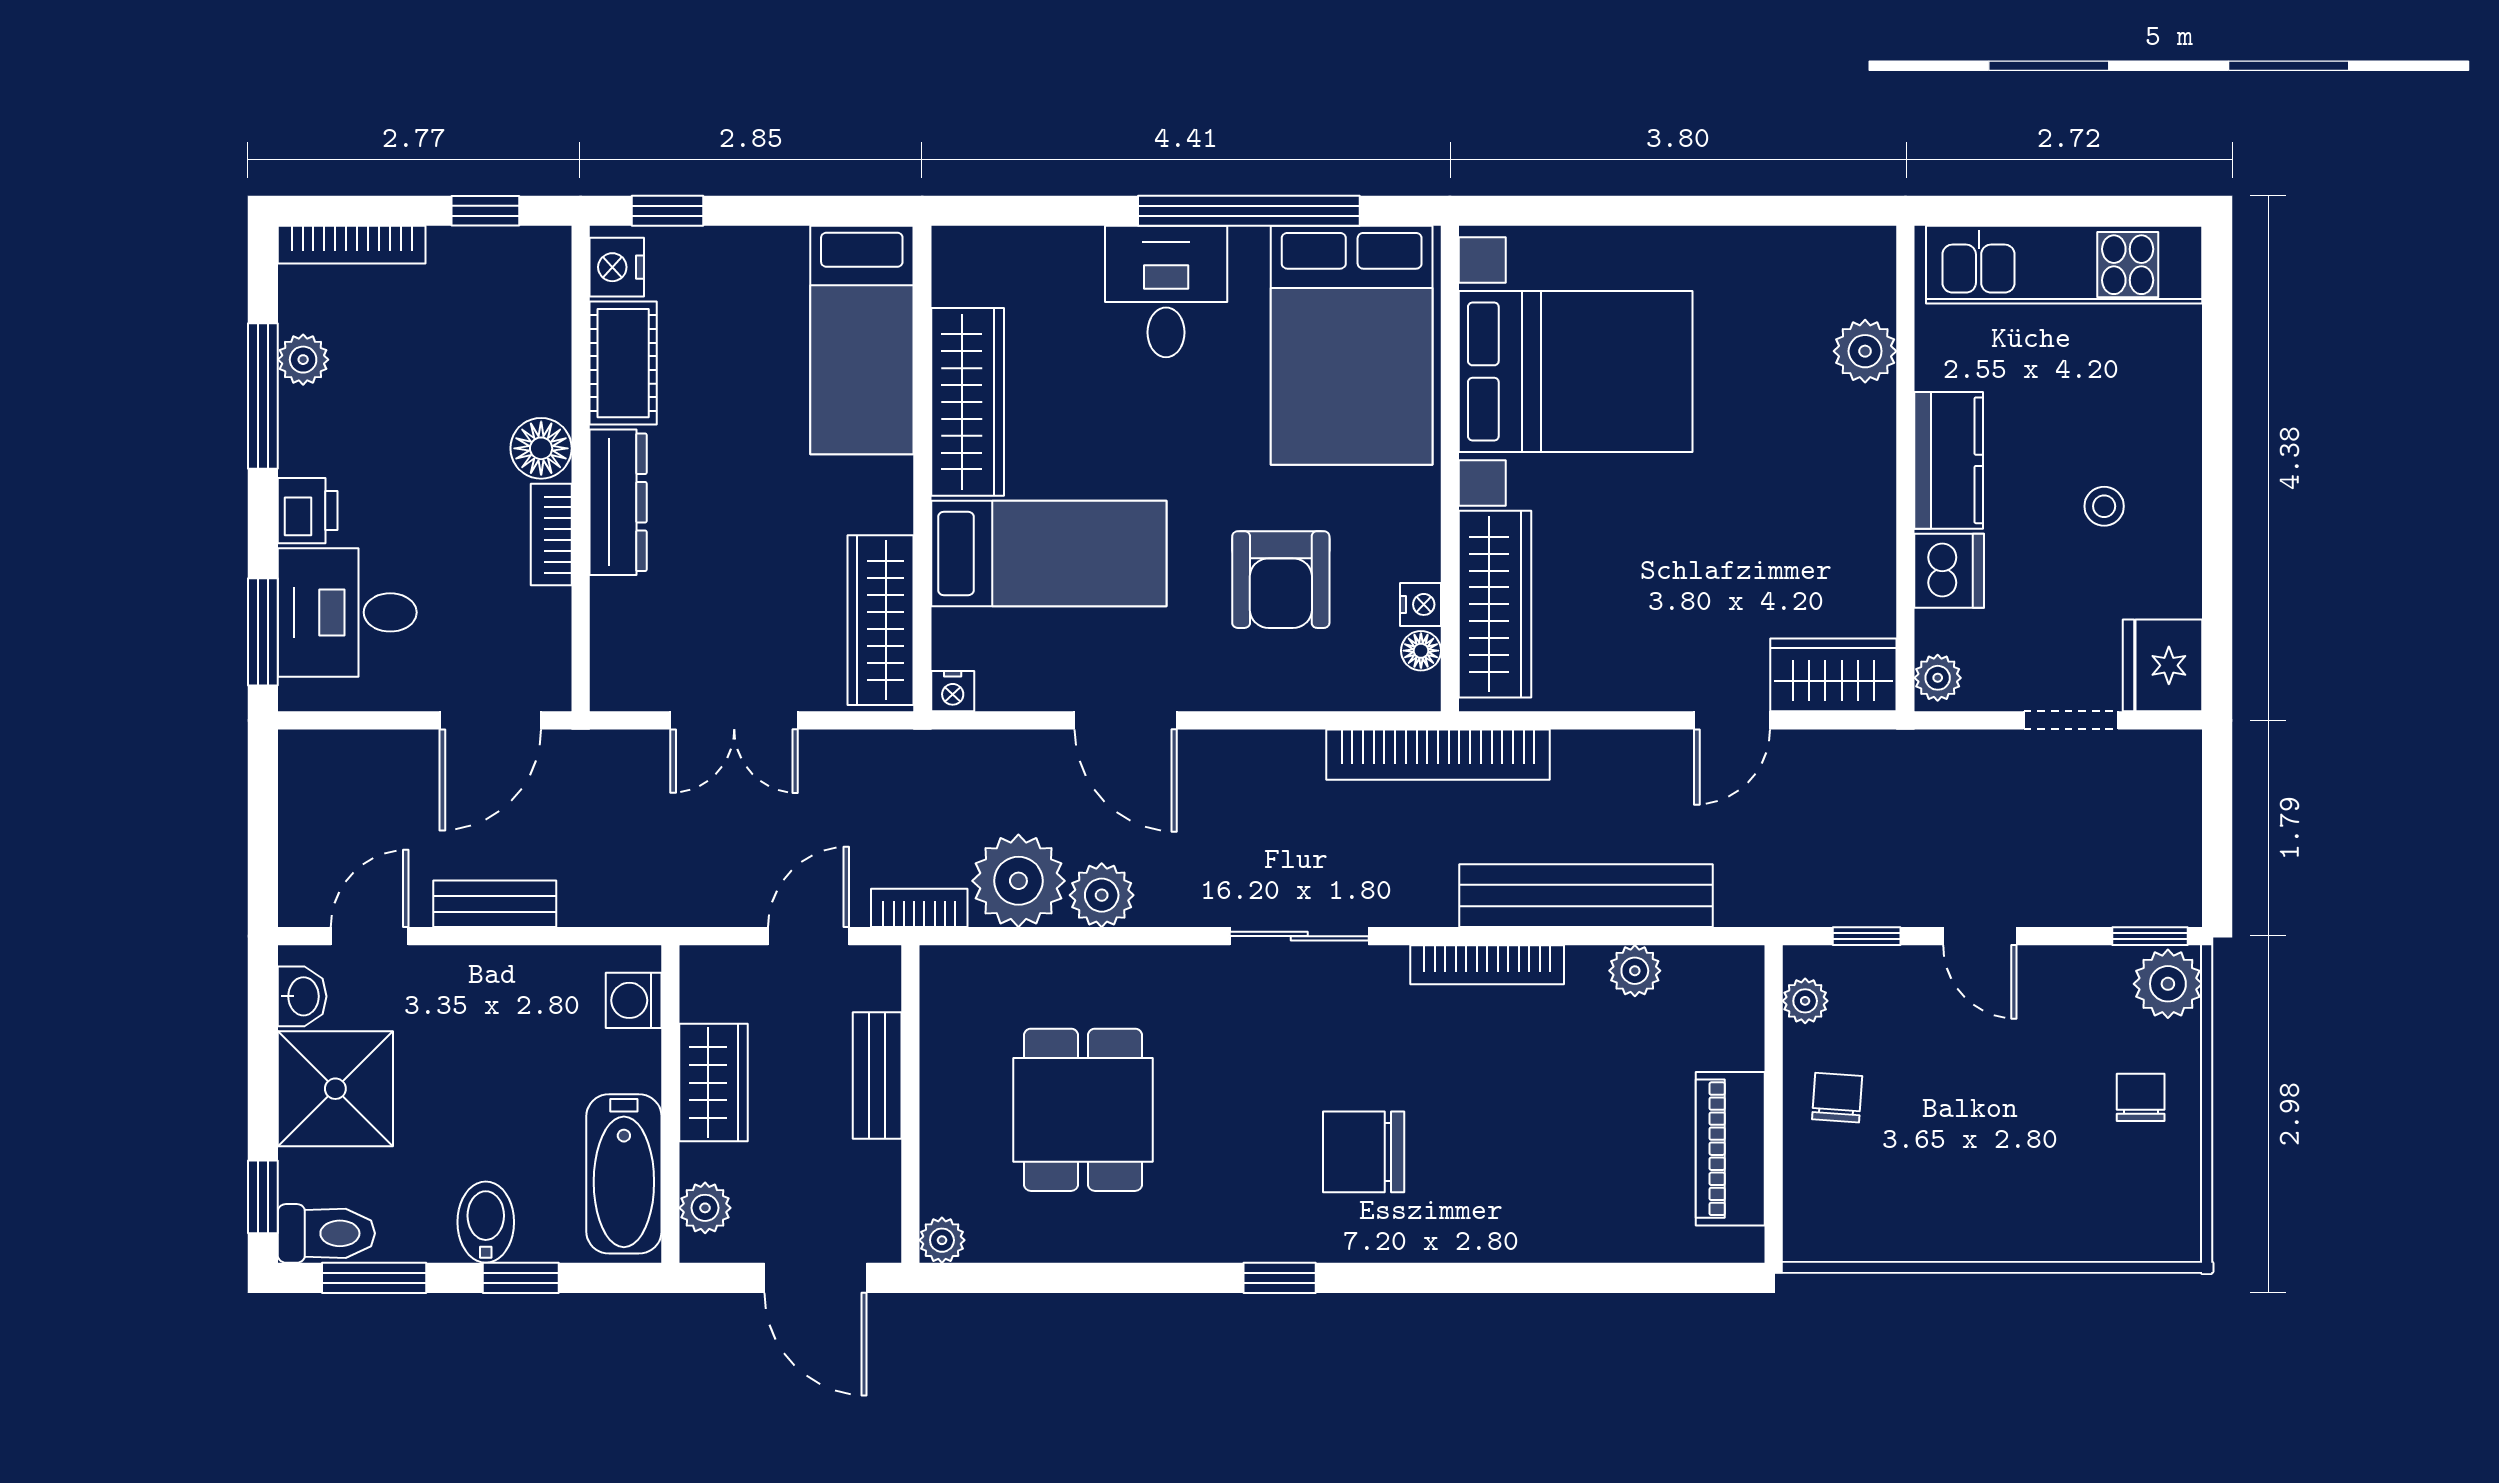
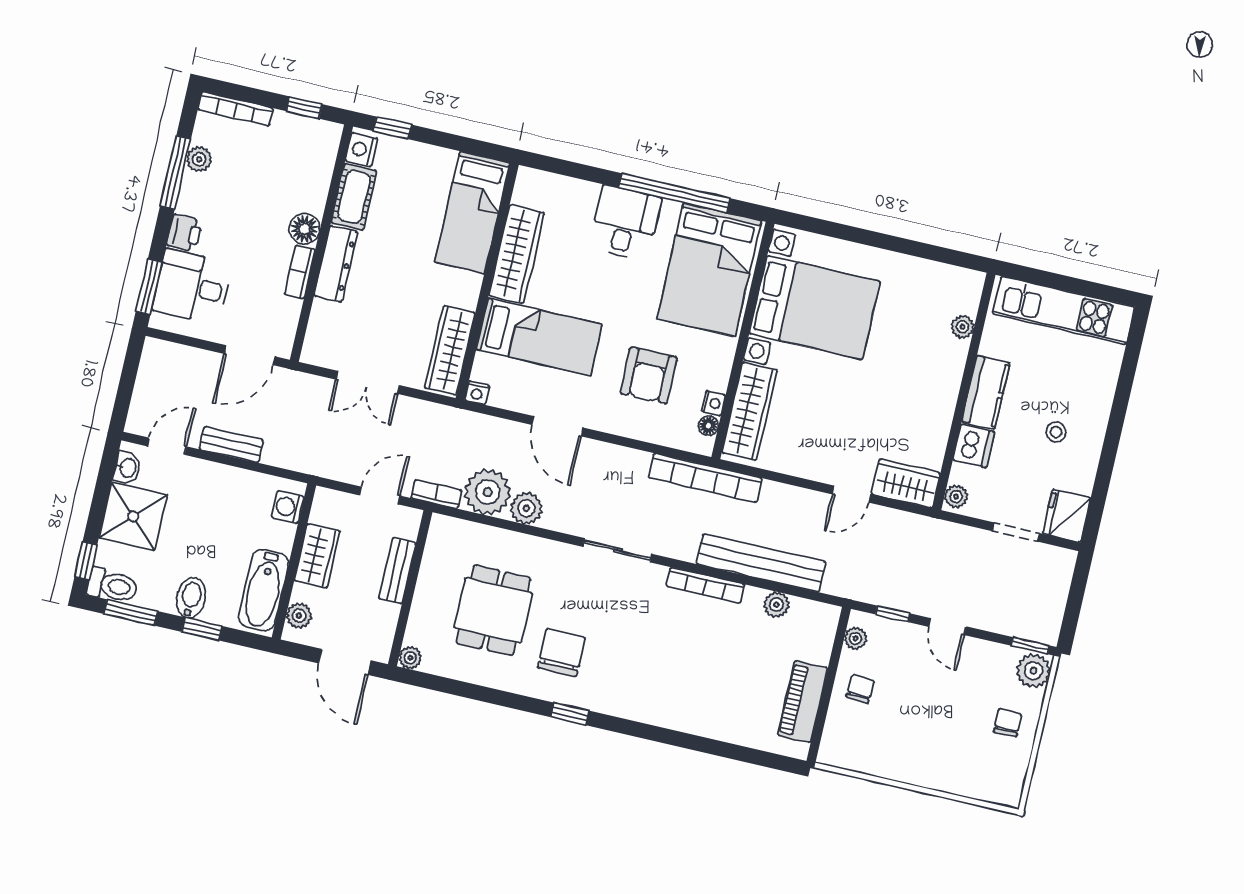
plant: (1865, 351) -> (963, 327), width x0.73, depth x0.73
chair: (1364, 1152) -> (561, 653), moved, turned 90

